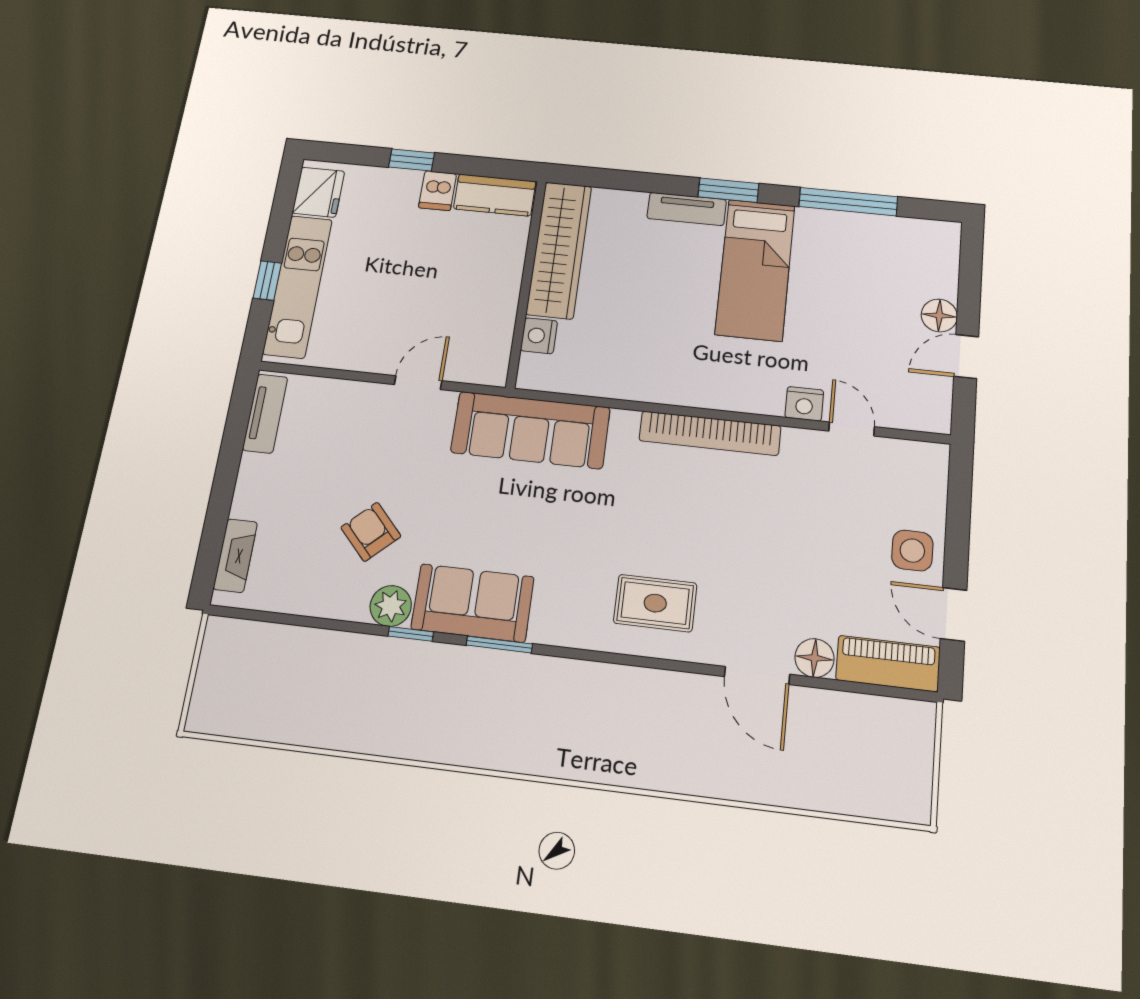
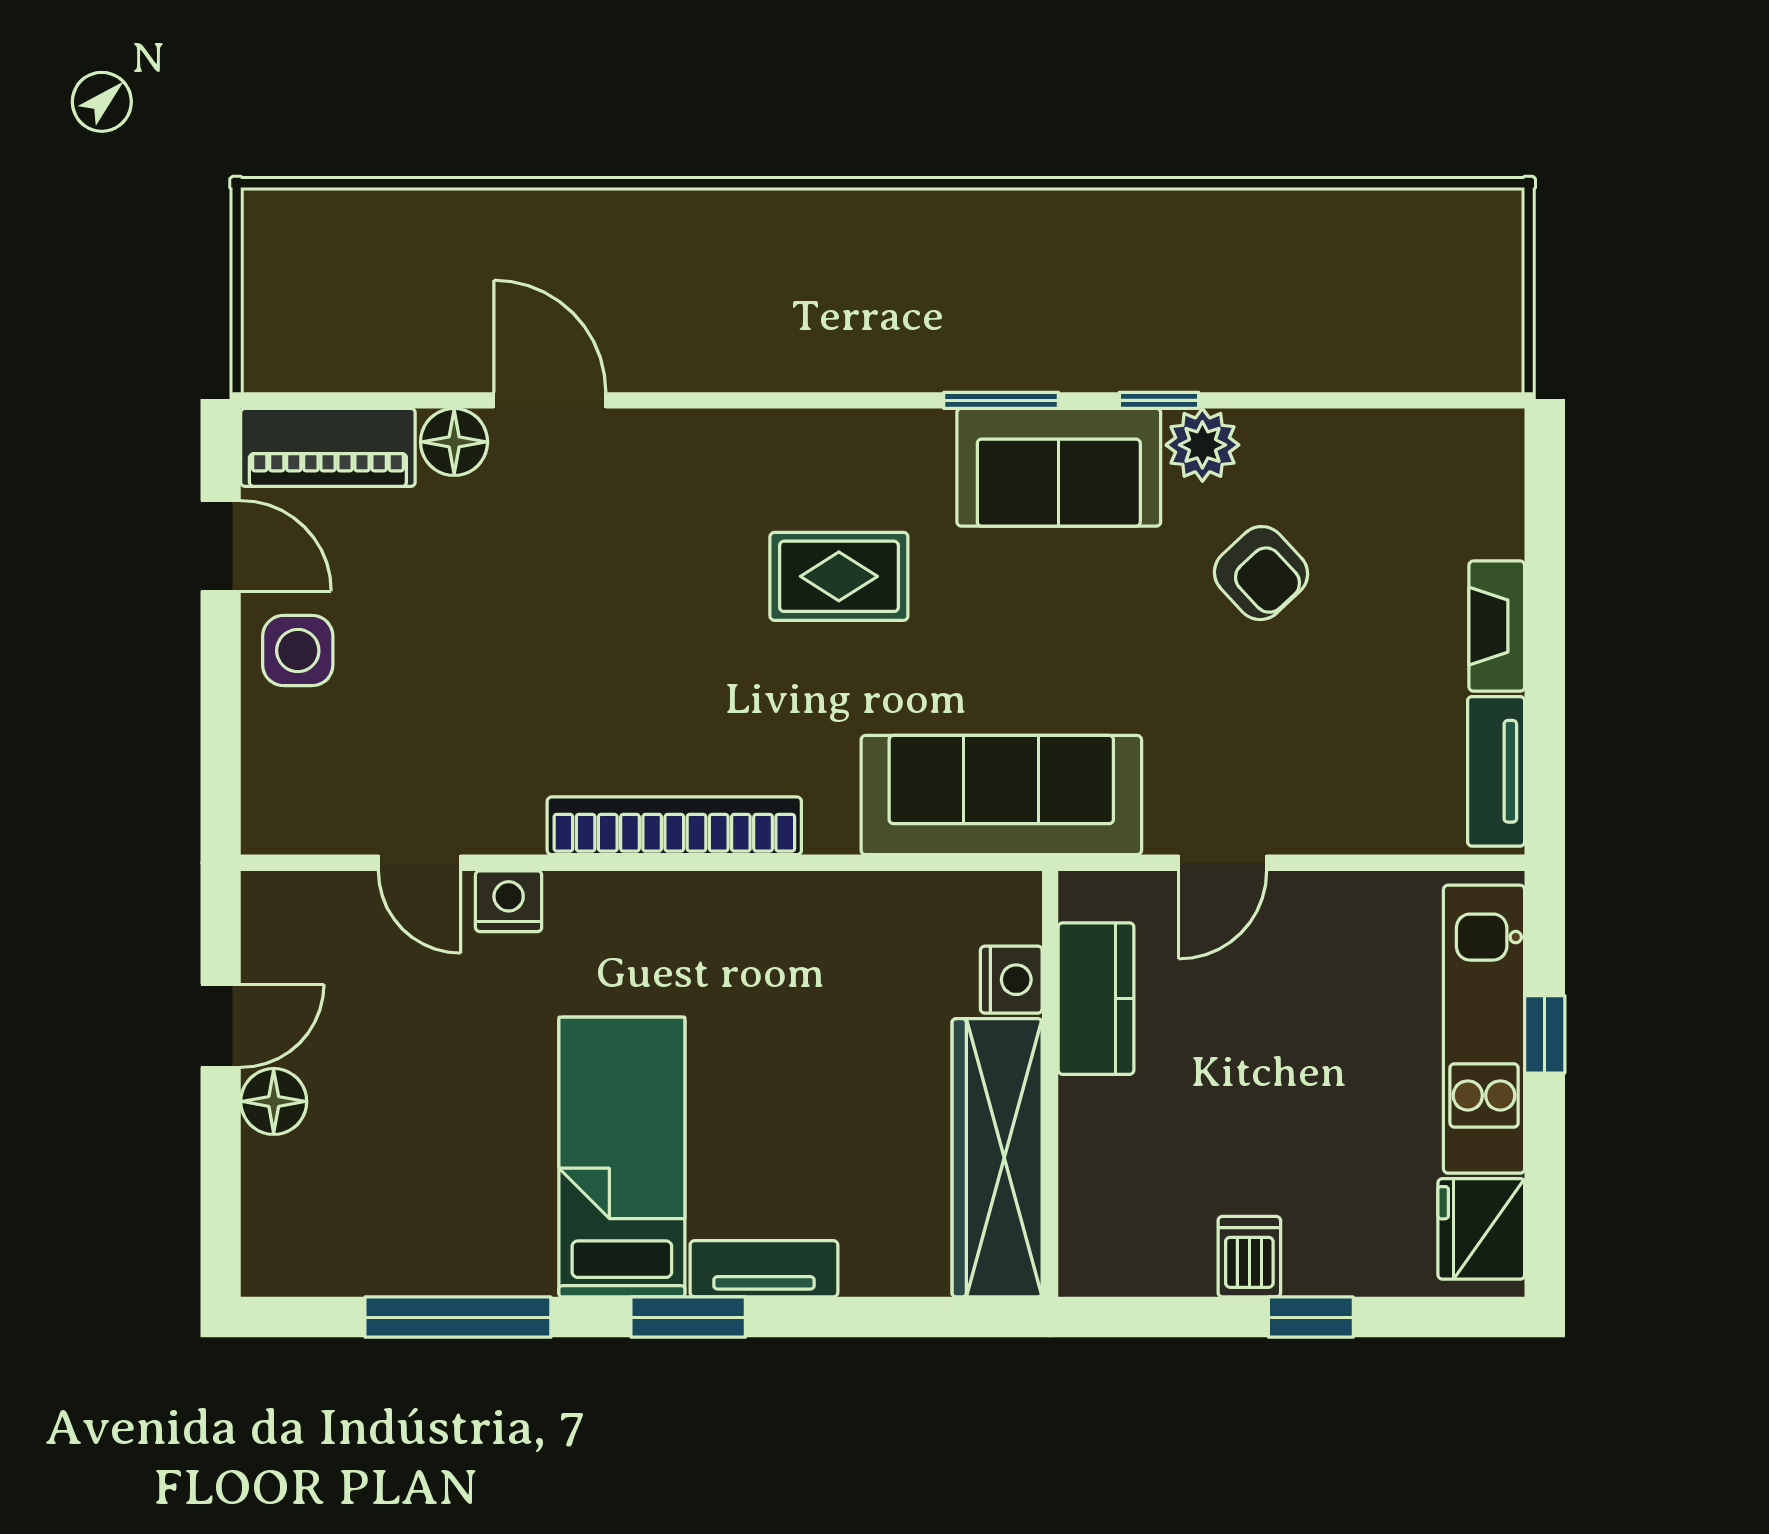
kitchen counter: (495, 195) -> (1096, 999), moved, turned 90
fireplace: (235, 556) -> (1497, 626), moved
rug: (655, 603) -> (839, 576), moved

